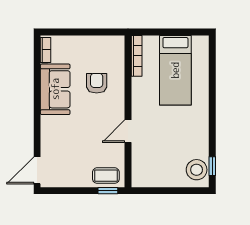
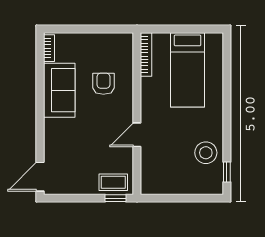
stool: (197, 170) -> (206, 153), moved

